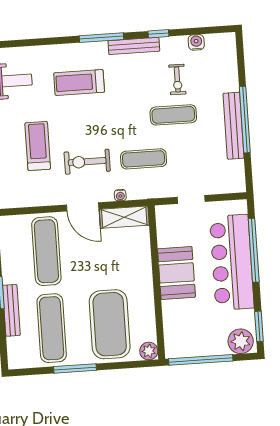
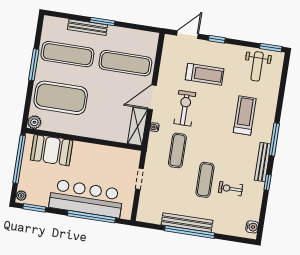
water cooler: (196, 42) -> (252, 227), moved
booth: (176, 273) -> (52, 150), moved
plant: (241, 341) -> (21, 196), width x0.53, depth x0.53

